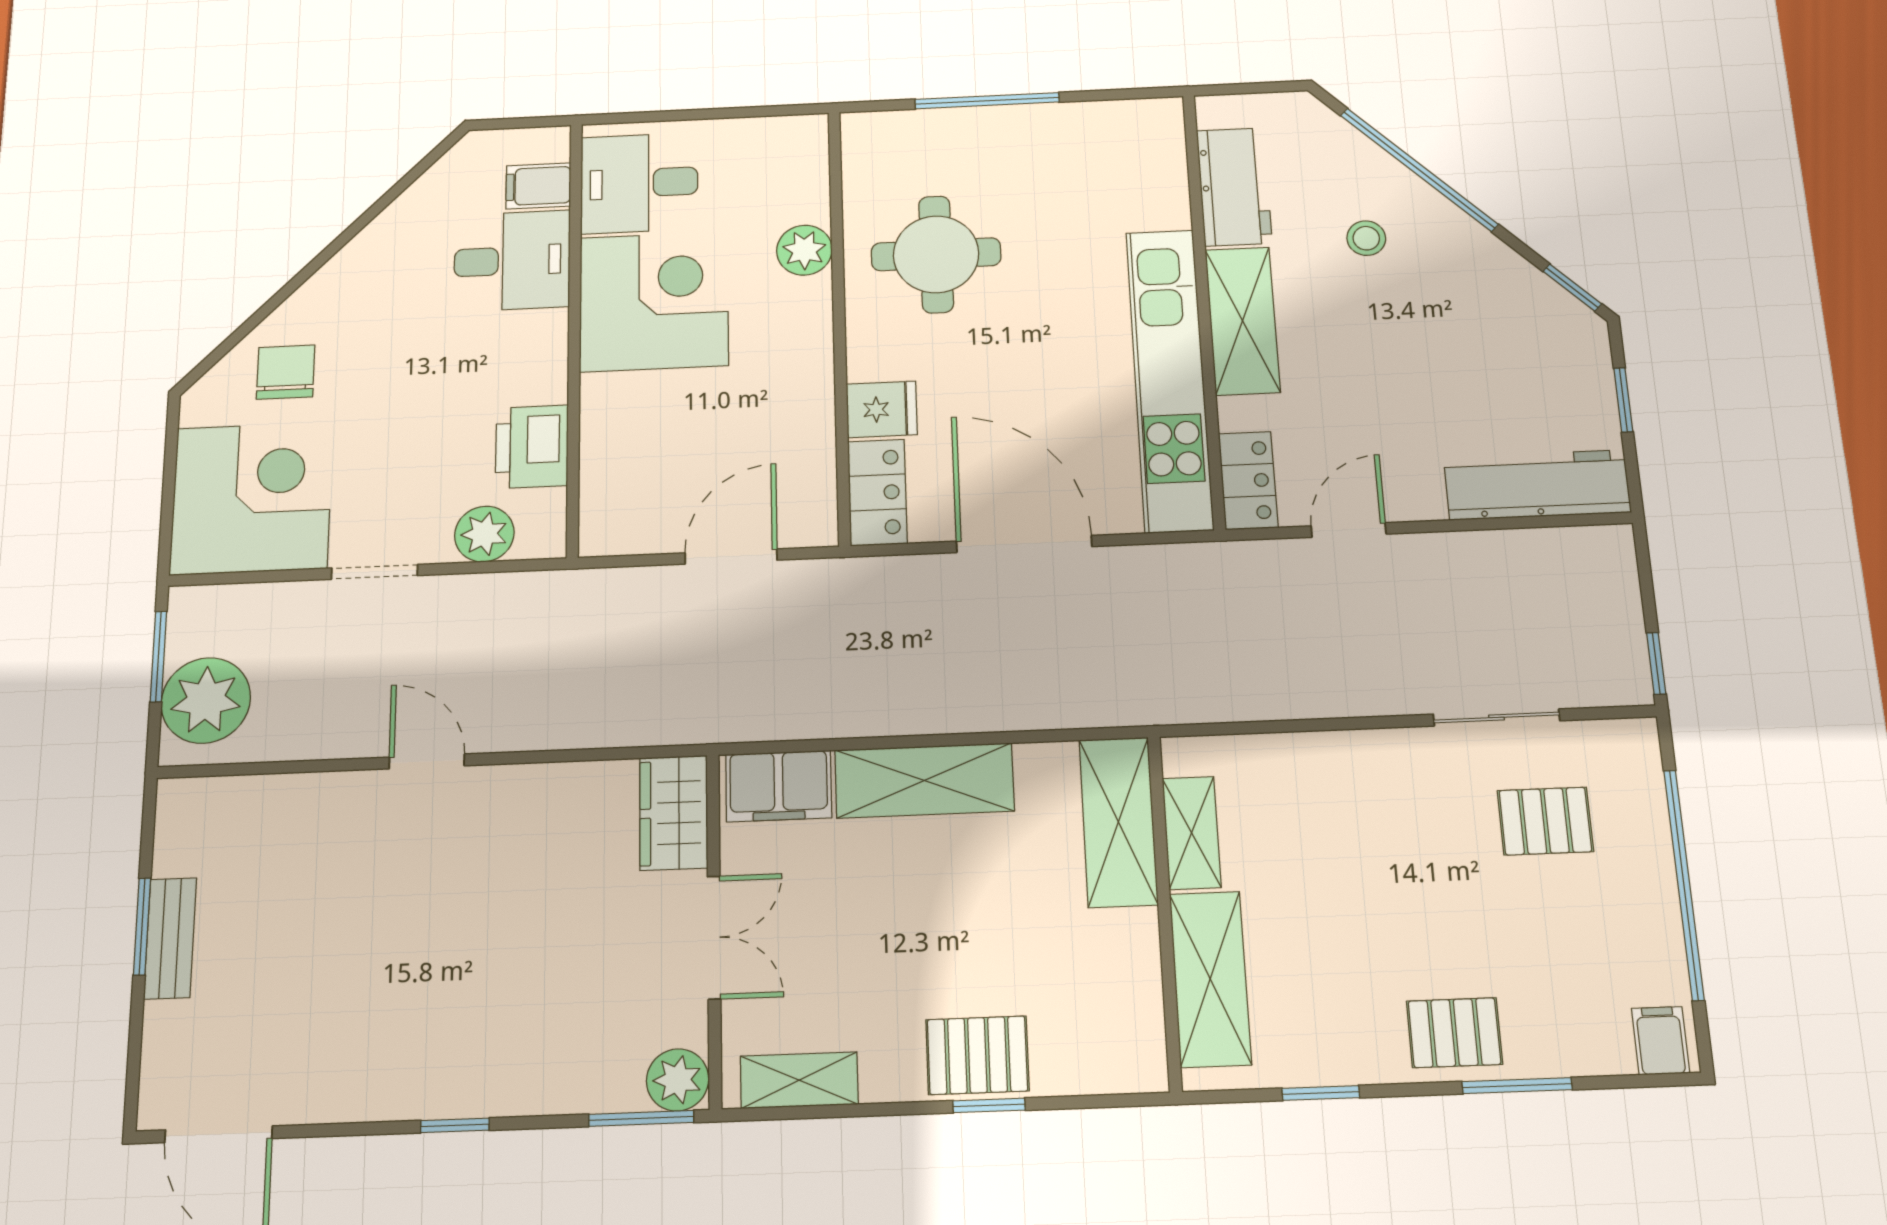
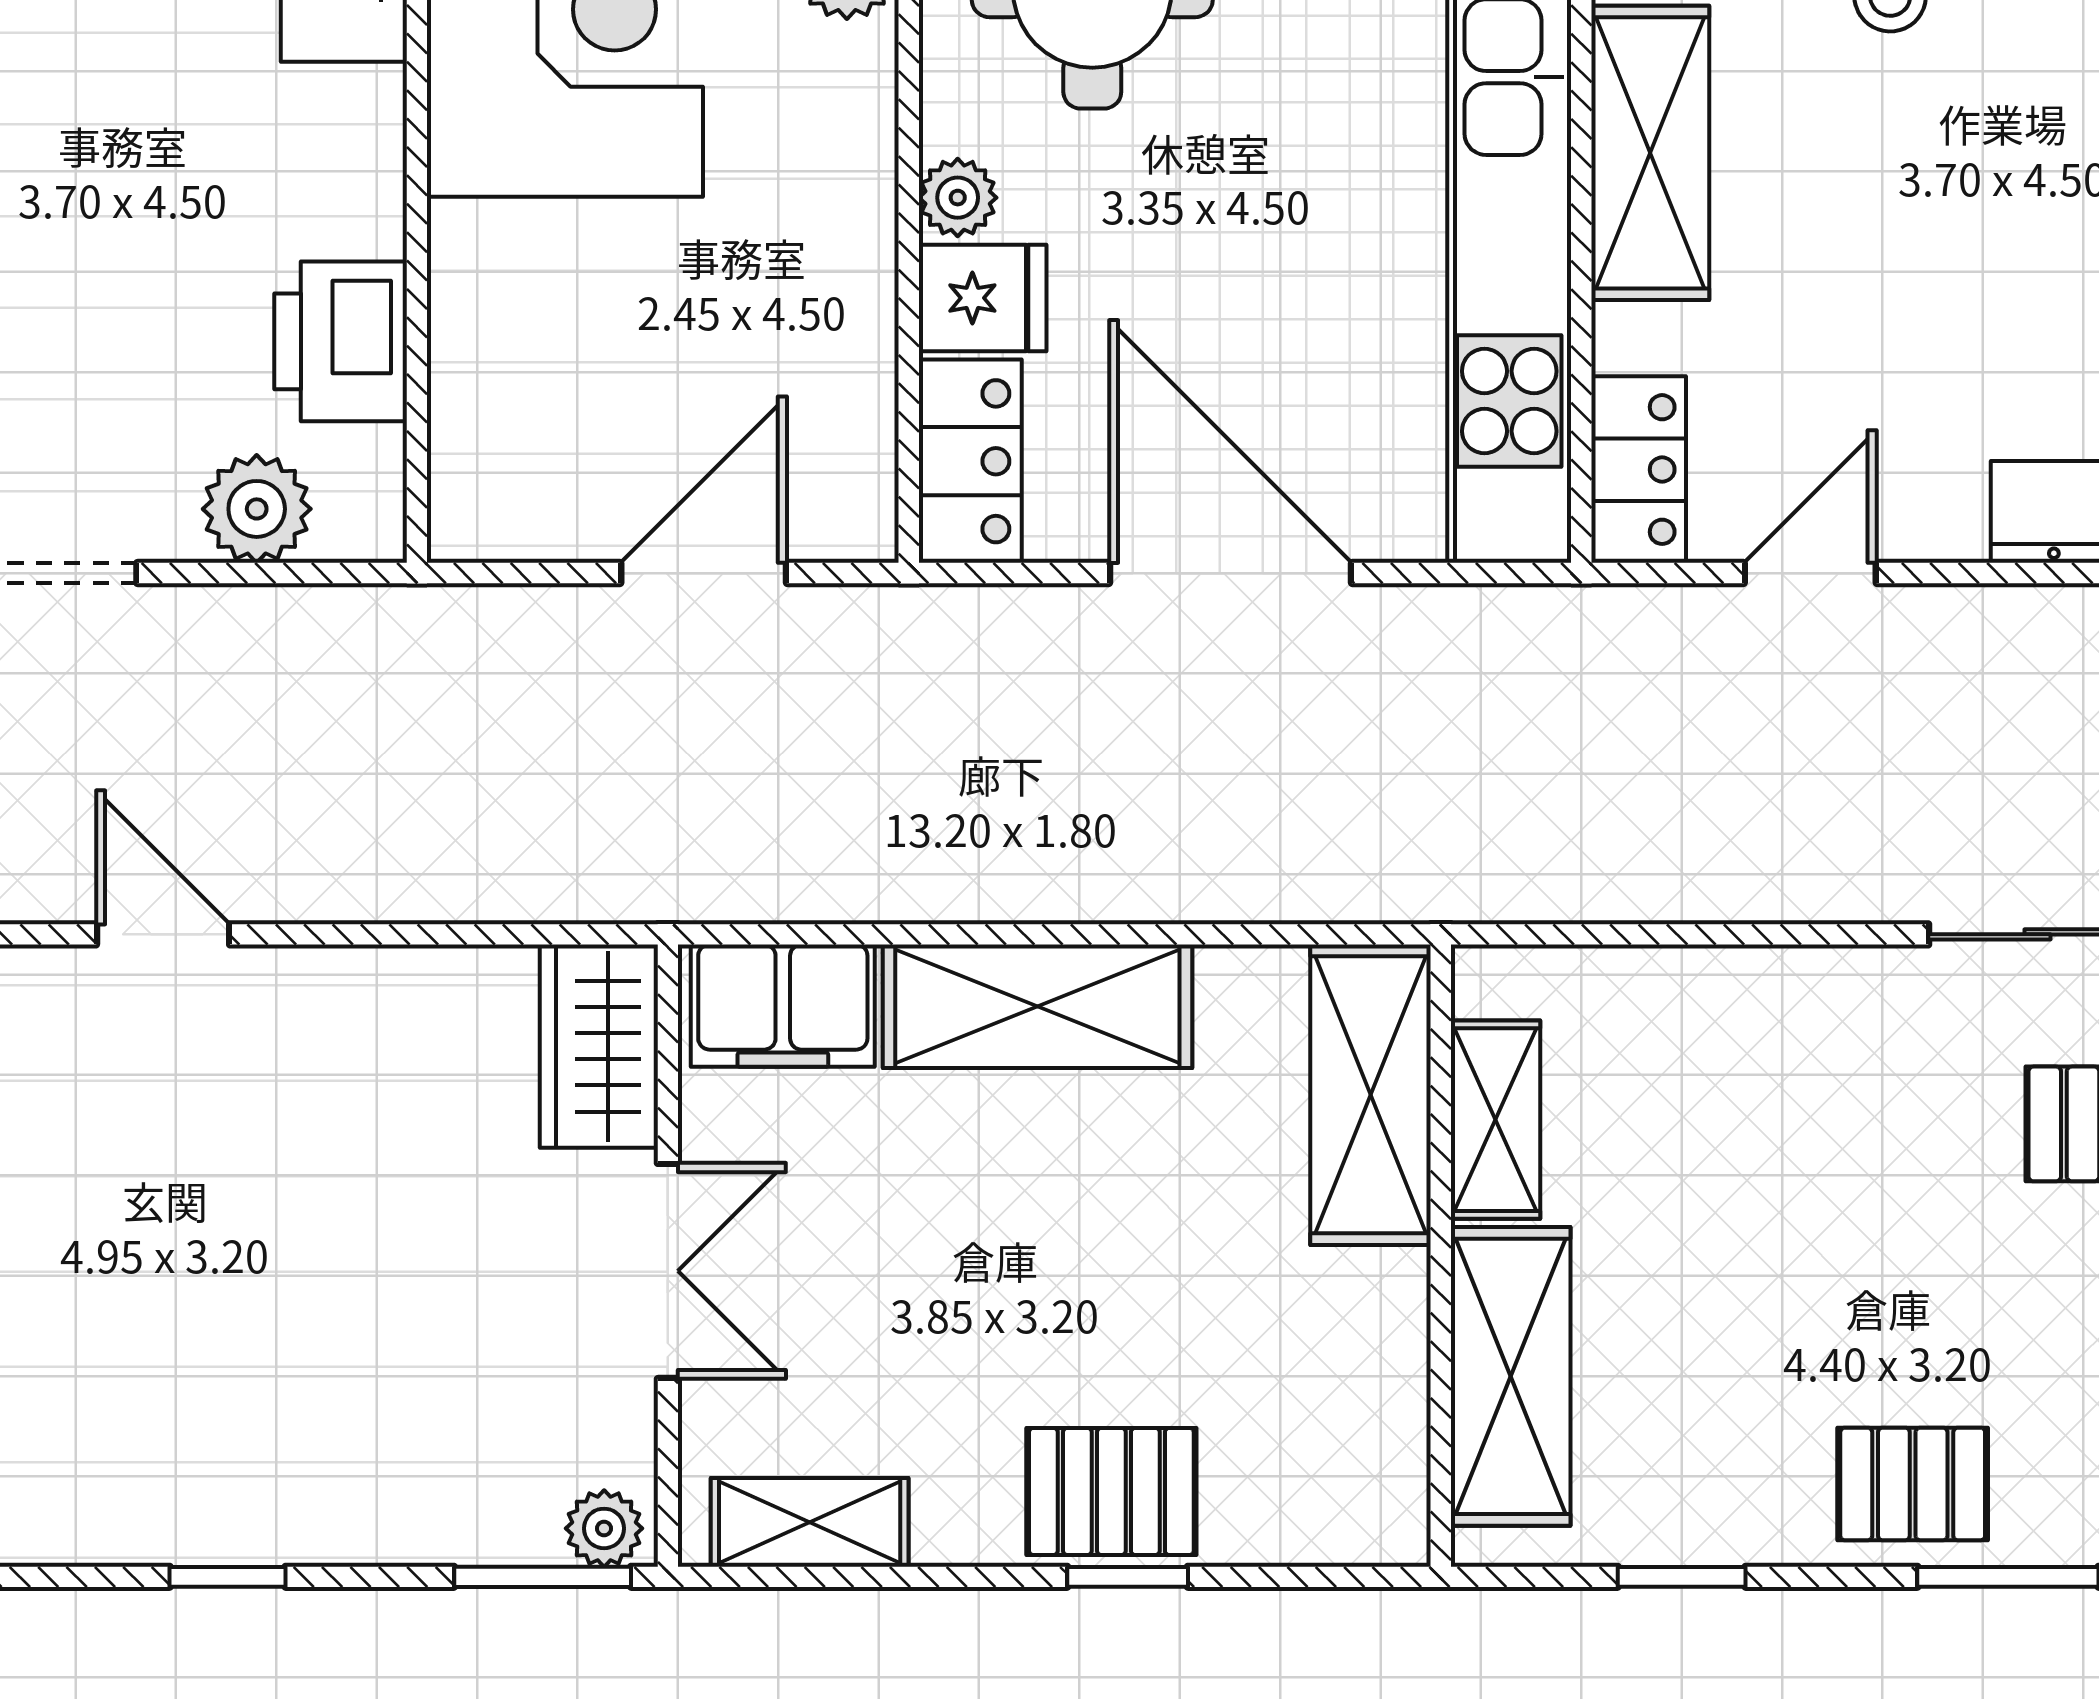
plant: (867, 360) -> (958, 198), added
plant: (677, 1080) -> (604, 1528), width x0.73, depth x0.73

